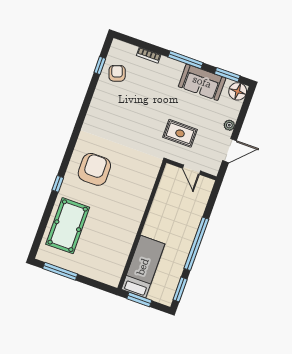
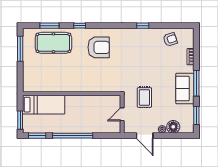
window: (100, 65) -> (143, 26), moved
sofa: (202, 82) -> (185, 88), moved
floor lamp: (238, 91) -> (173, 127), moved
window: (44, 223) -> (49, 26), added
window: (139, 299) -> (20, 120), moved

